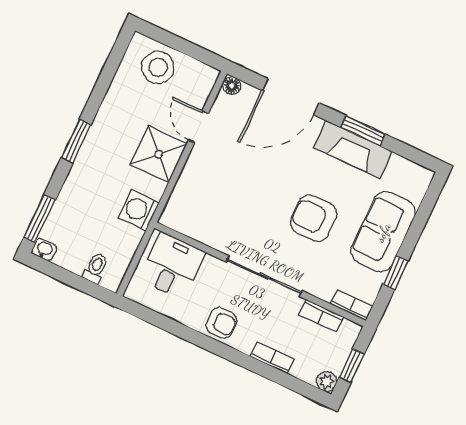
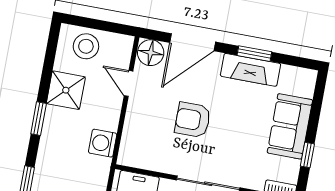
floor lamp: (232, 86) -> (151, 53), width x1.89, depth x1.89
shower: (159, 154) -> (66, 90), moved
washing machine: (139, 210) -> (103, 143), moved
armchair: (314, 218) -> (193, 120), moved

